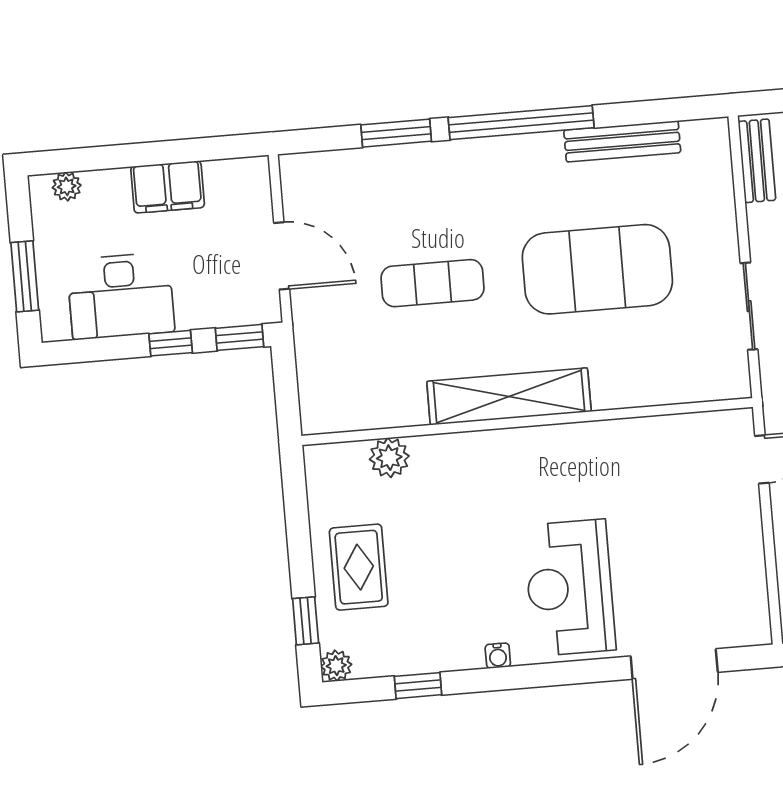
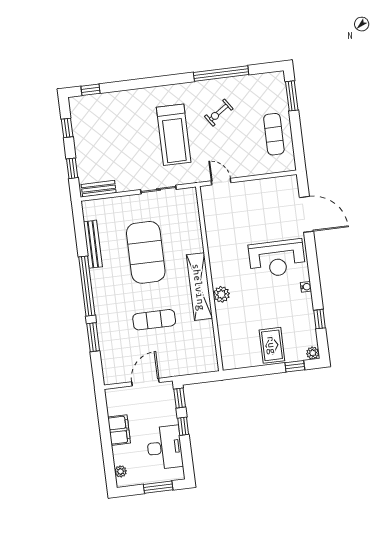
exercise mat: (433, 283) -> (154, 320), turned 90
plant: (389, 458) -> (221, 294), moved
rug: (359, 567) -> (272, 345), turned 90

